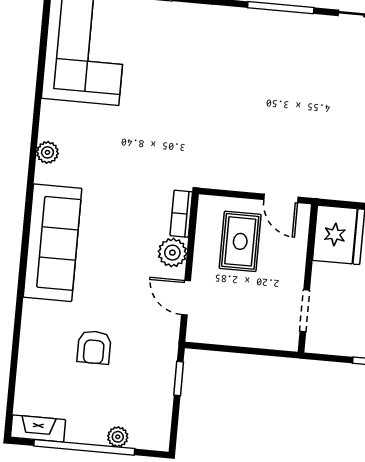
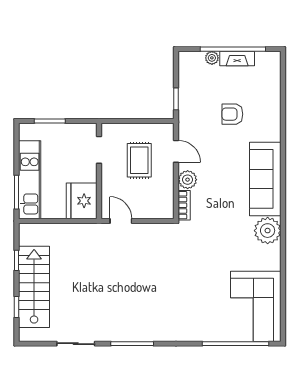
plant: (47, 152) -> (268, 231), width x1.88, depth x1.88
rug: (240, 241) -> (139, 160), moved
armchair: (94, 347) -> (232, 114), turned -90
fireplace: (38, 428) -> (237, 59), moved

